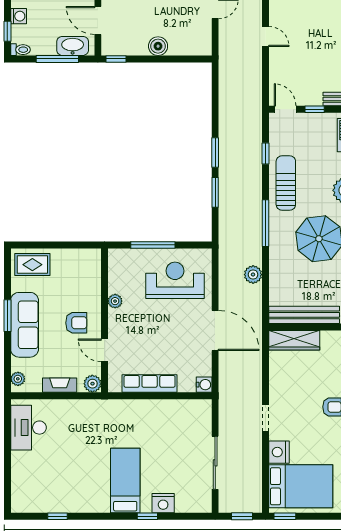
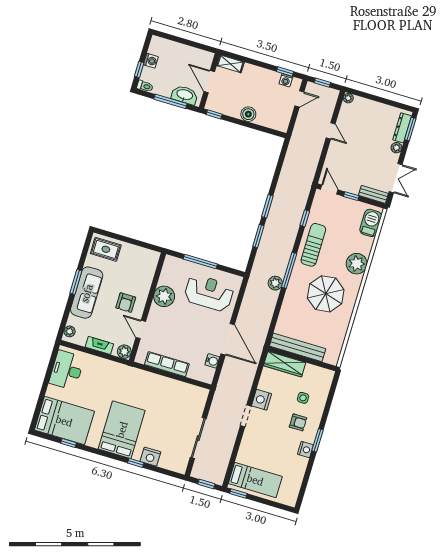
plant: (253, 275) -> (275, 283), moved
plant: (115, 301) -> (164, 296), width x1.88, depth x1.88
armchair: (76, 323) -> (126, 303), turned 90
side table: (329, 375) -> (303, 398), added
water cooler: (204, 385) -> (212, 361), moved
nightstand: (279, 452) -> (262, 400), moved
bed: (125, 481) -> (122, 430), width x1.50
bed: (301, 486) -> (255, 480), width x0.67
bed: (44, 490) -> (64, 421), added

